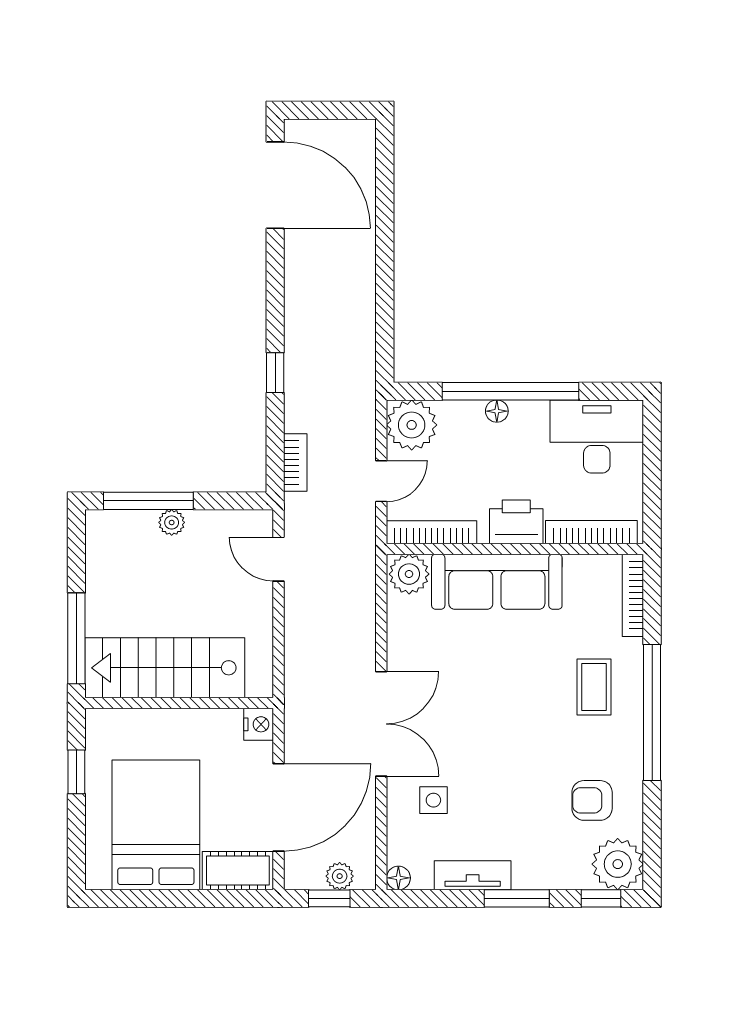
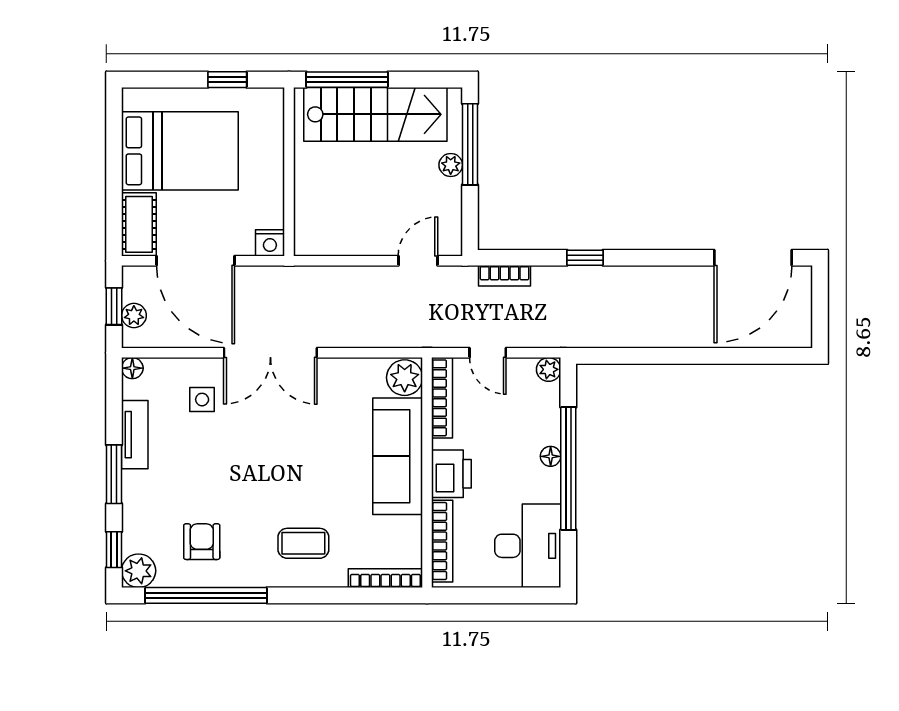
plant: (412, 425) -> (549, 369), width x0.53, depth x0.53
stairs: (165, 668) -> (375, 114), moved, turned 90
window: (652, 712) -> (206, 595), moved
plant: (618, 864) -> (139, 571), width x0.73, depth x0.73

